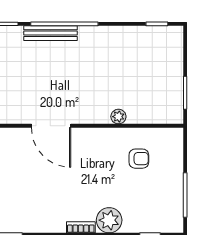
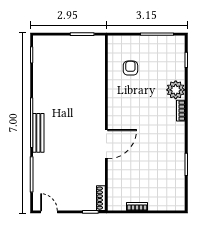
plant: (118, 117) -> (100, 83), removed
door: (51, 126) -> (106, 144), moved

